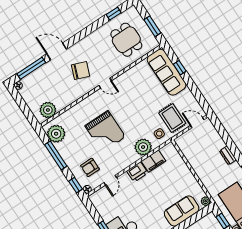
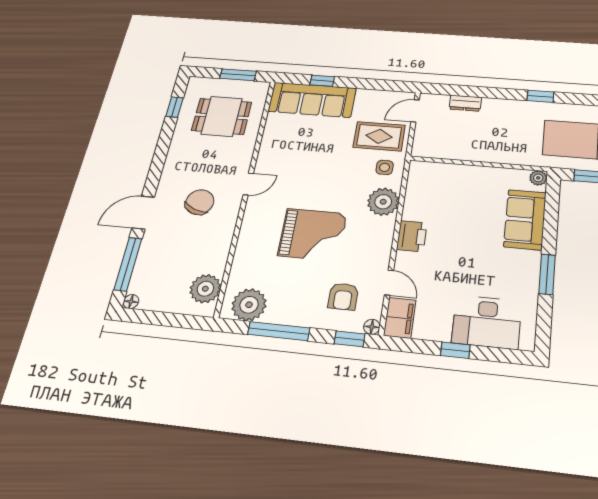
dresser: (228, 155) -> (465, 103), moved
filing cabinet: (153, 161) -> (400, 318), moved

